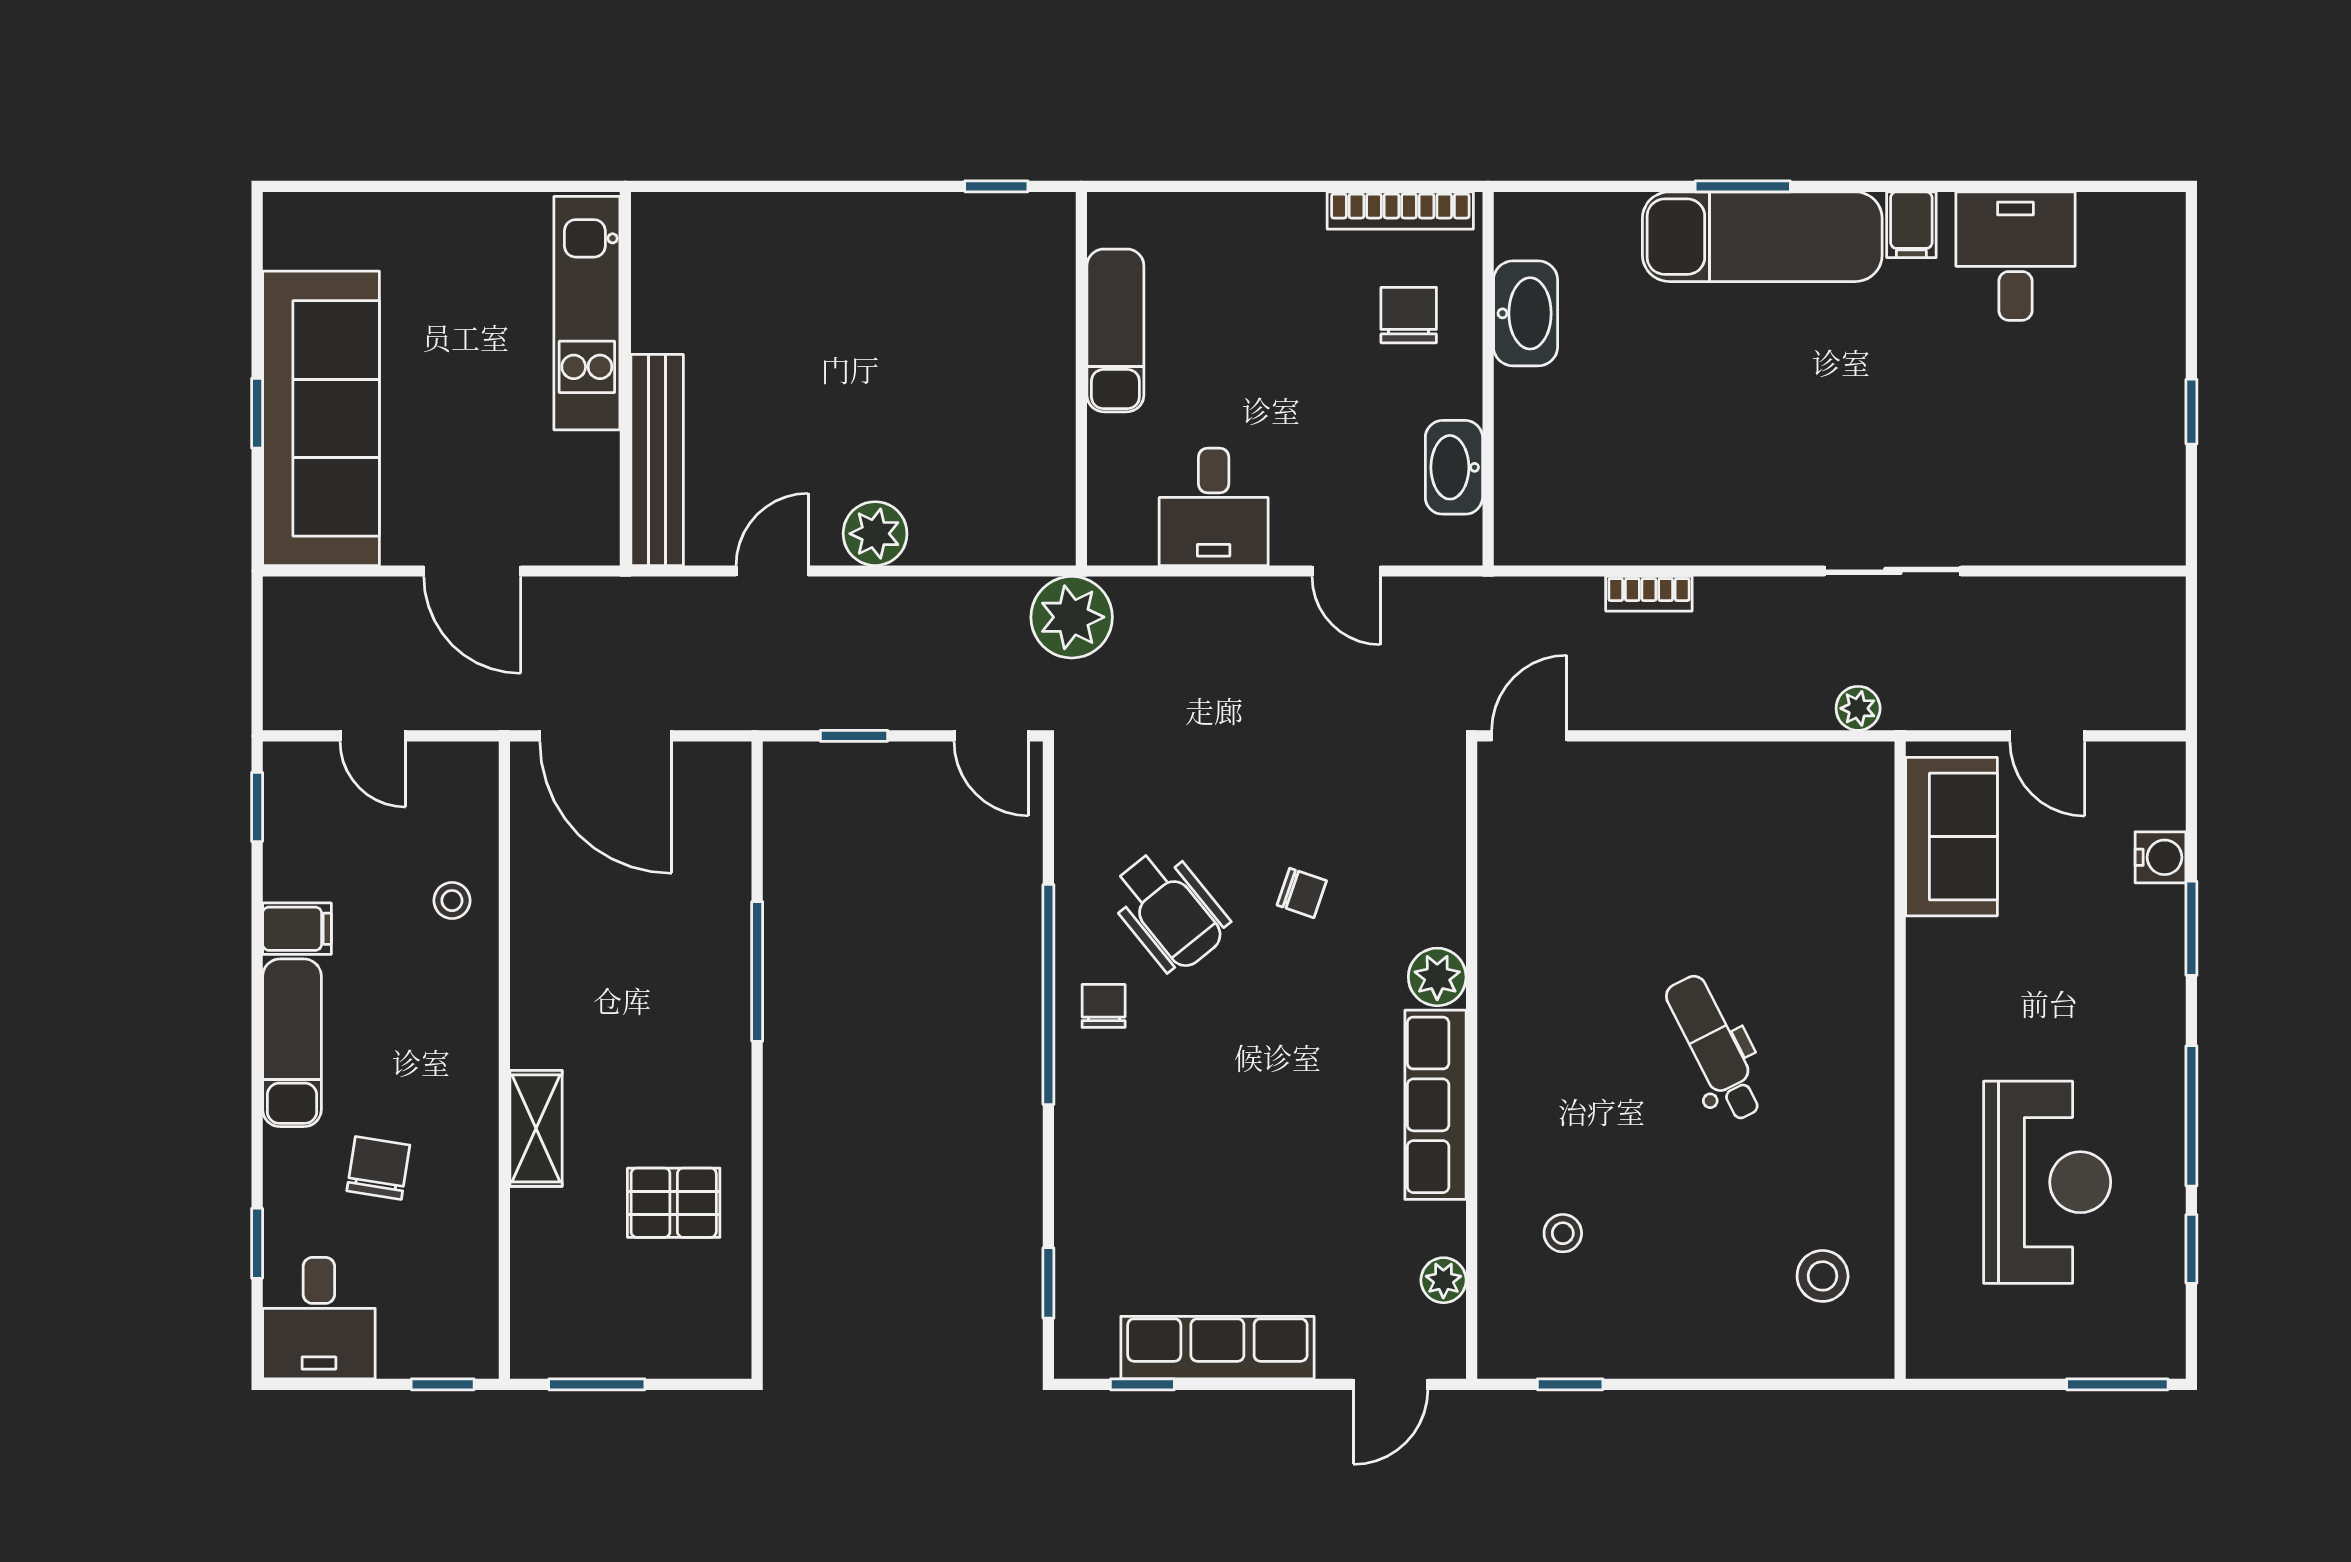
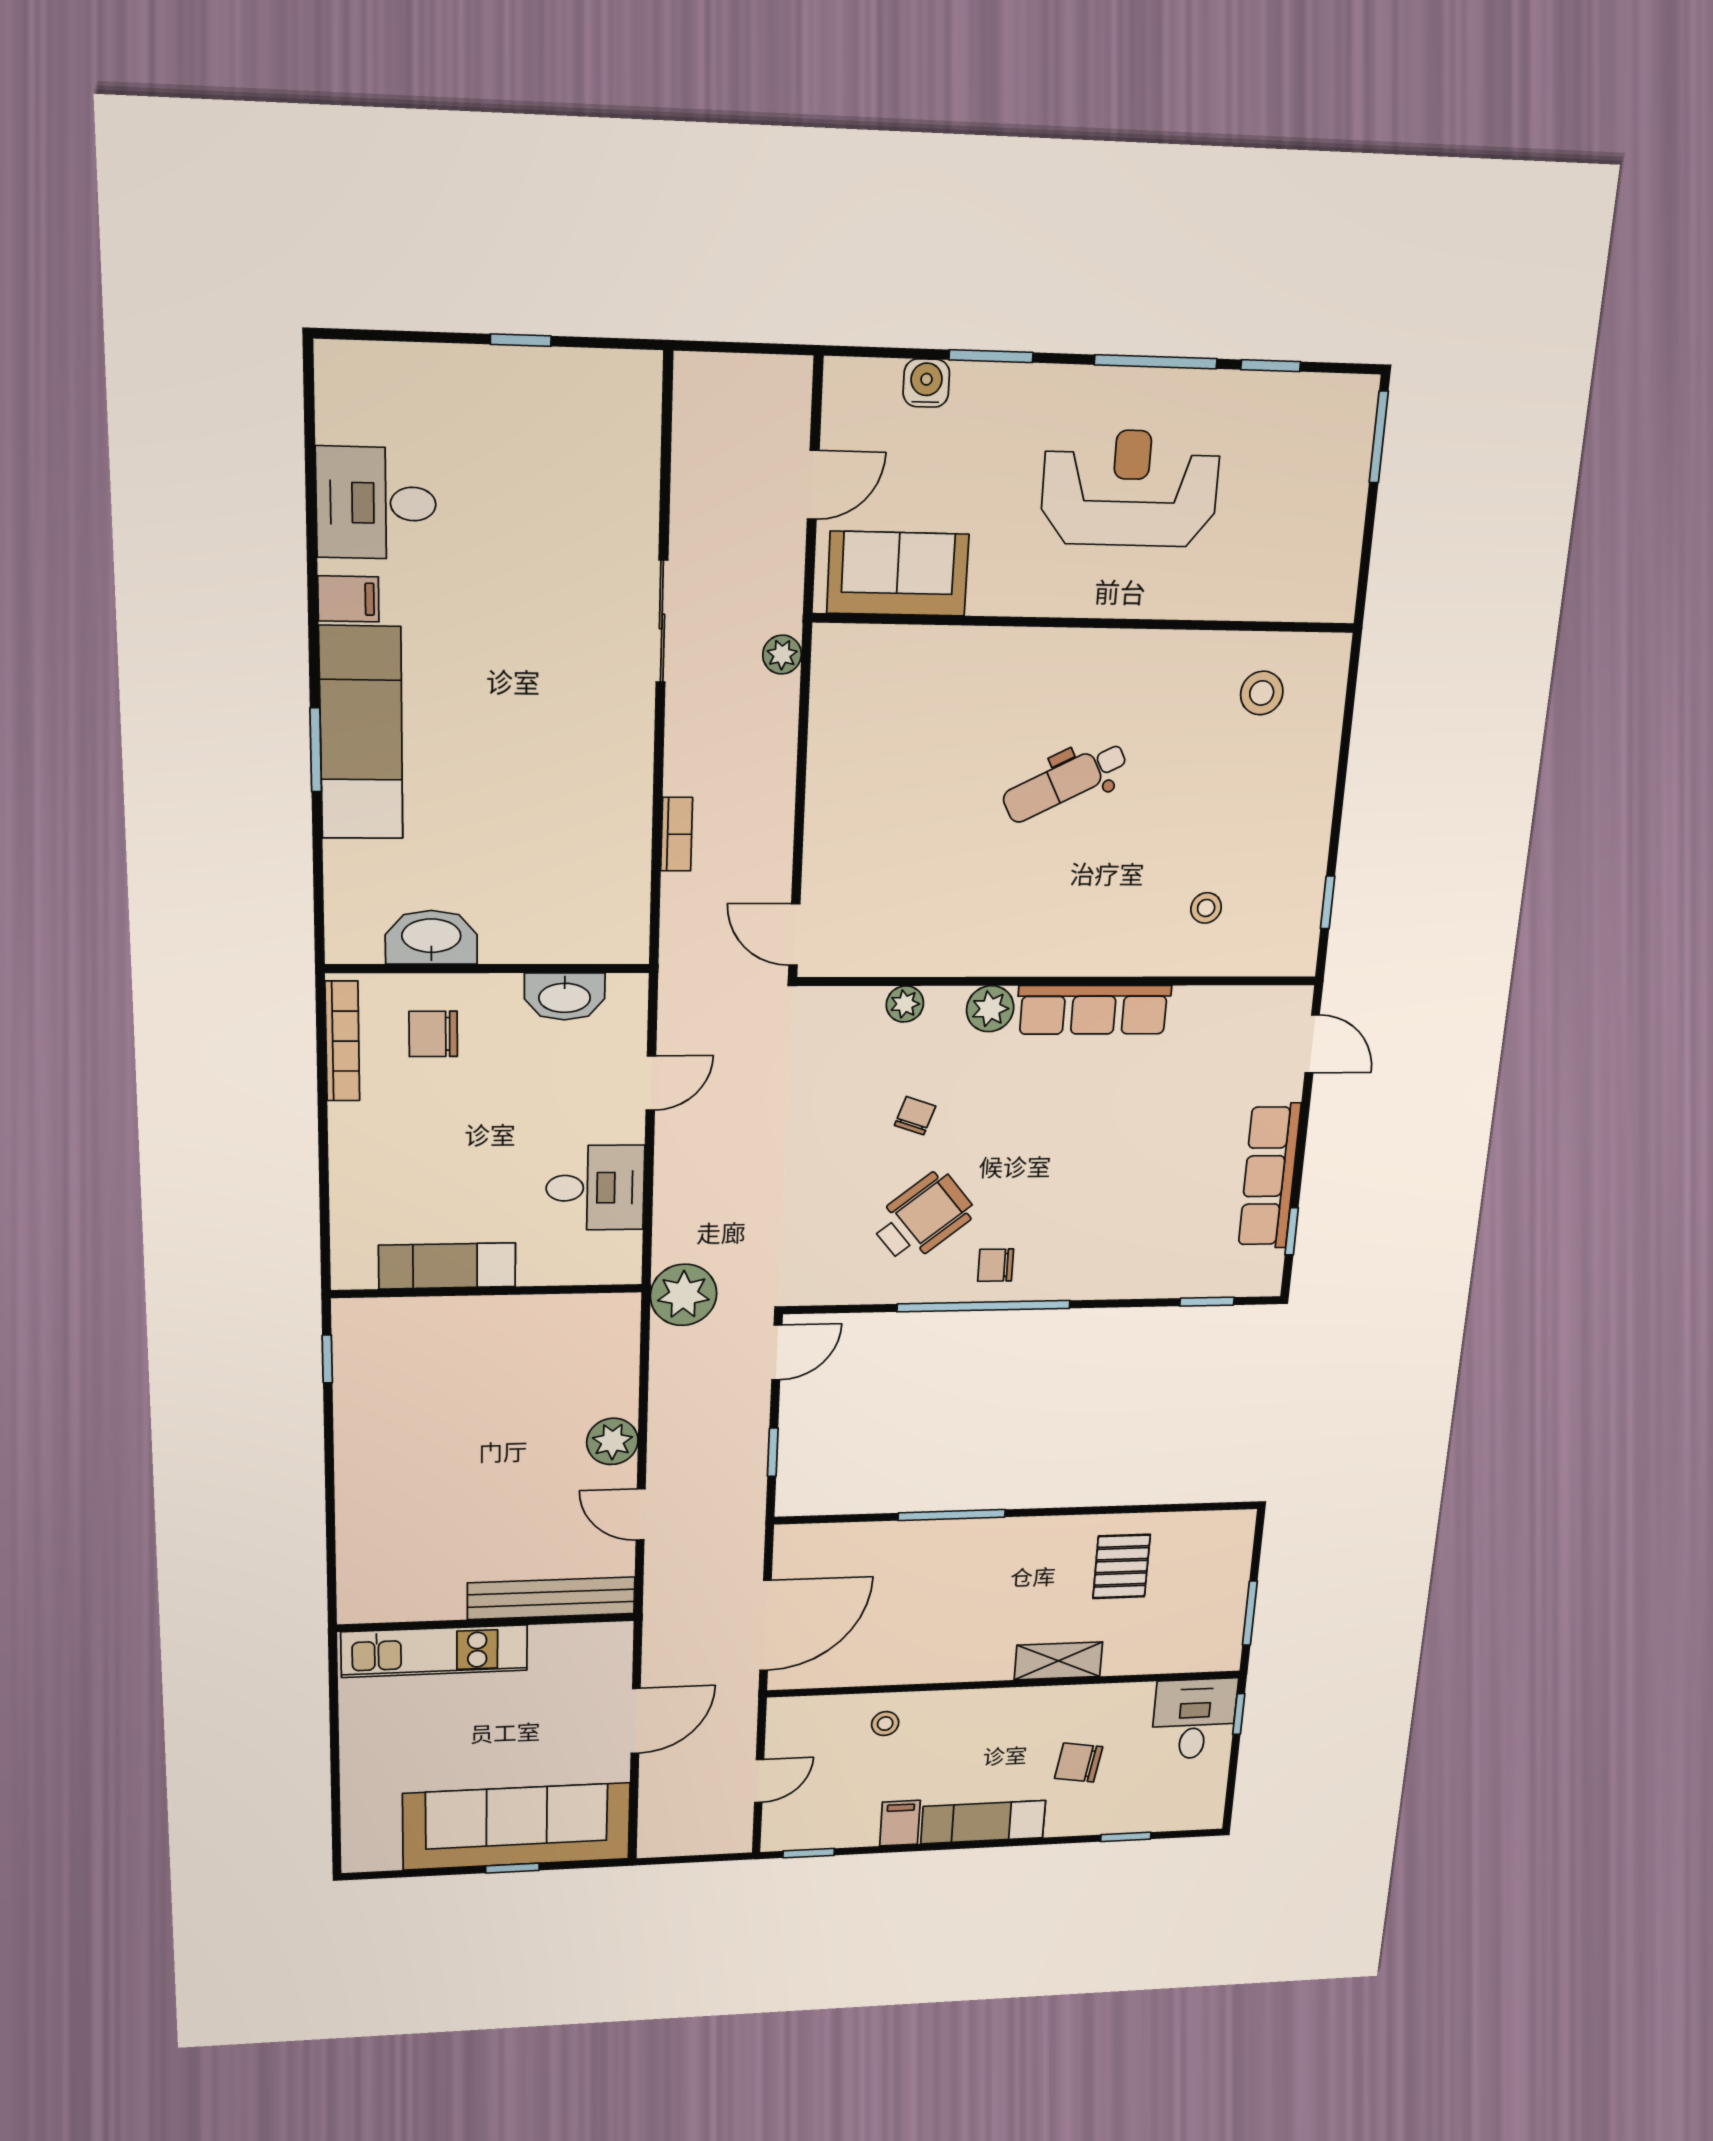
reception desk: (2047, 1182) -> (1130, 488), moved
plant: (1443, 1280) -> (905, 1004), moved
desk: (319, 1318) -> (1194, 1719), moved, turned -90

